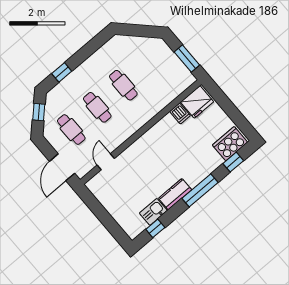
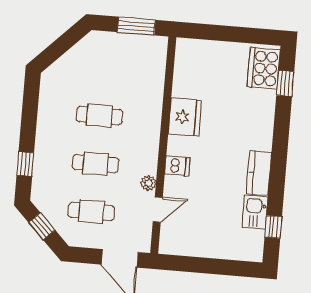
fridge: (197, 102) -> (185, 117), moved
dishwasher: (180, 113) -> (177, 166), moved
plant: (114, 144) -> (148, 183), added
door: (106, 162) -> (158, 210), swing flipped
window: (200, 190) -> (280, 145), removed

